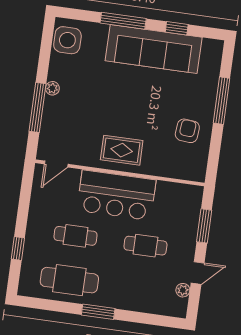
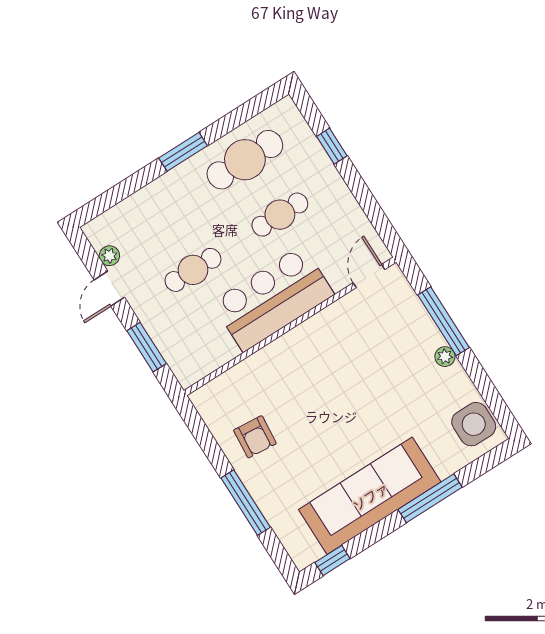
window: (177, 28) -> (332, 561), moved
rug: (122, 150) -> (310, 353), removed

